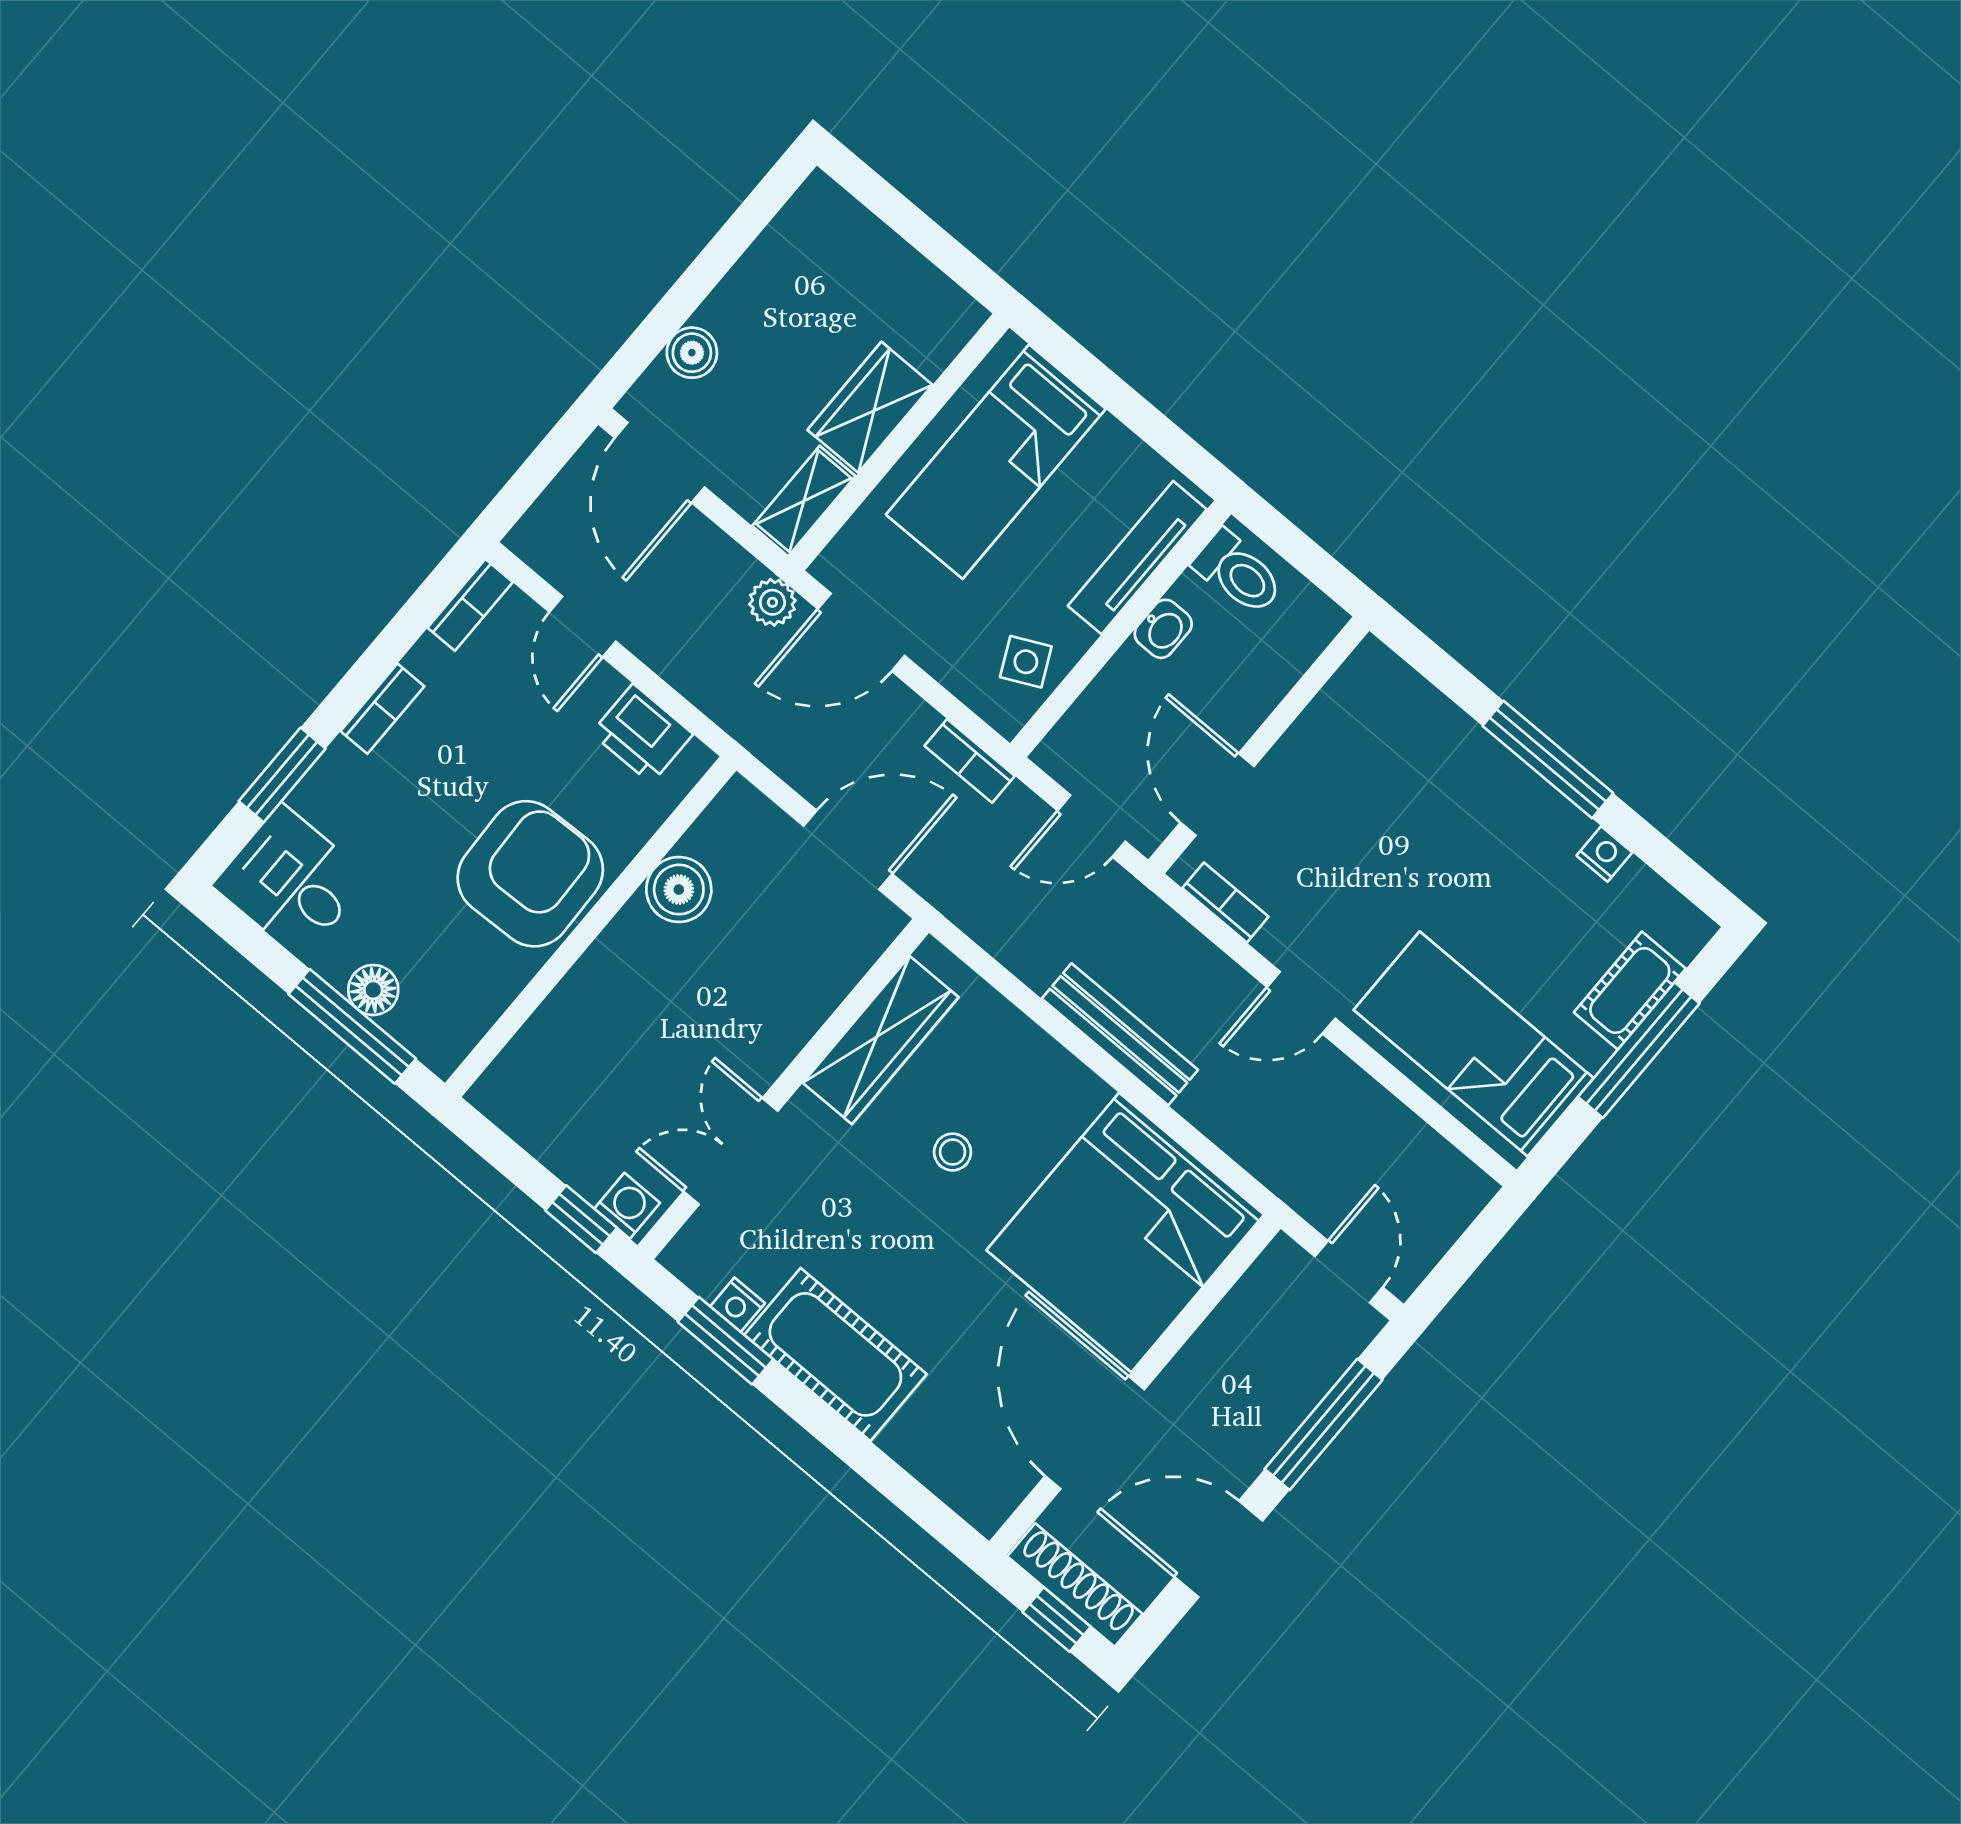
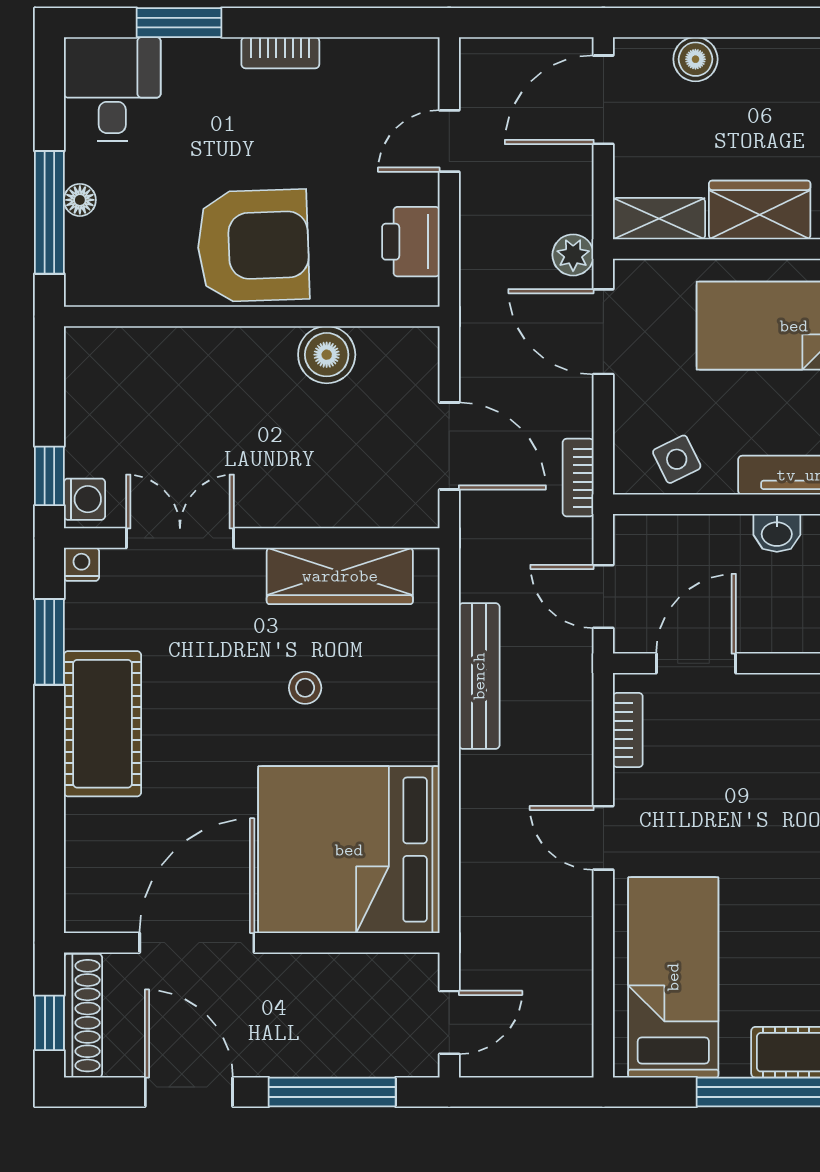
bookcase: (470, 605) -> (400, 53), removed
floor lamp: (373, 990) -> (80, 200), width x0.73, depth x0.73
bench: (1120, 1034) -> (479, 676), moved
nightstand: (738, 1305) -> (81, 564), moved, turned 90

